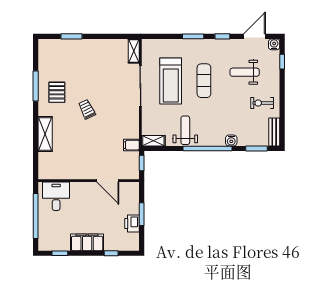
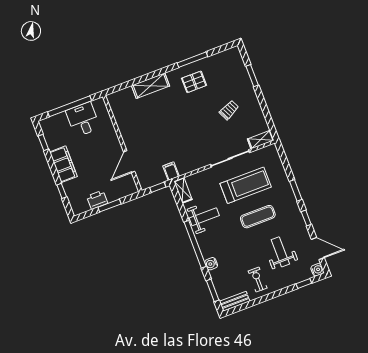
treadmill: (171, 81) -> (246, 185), turned 180
trolley: (87, 109) -> (229, 110), moved
desk: (56, 196) -> (83, 119), moved, turned -90

